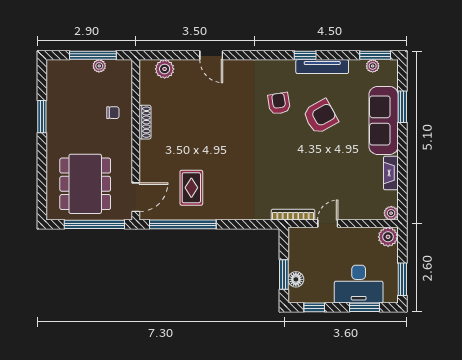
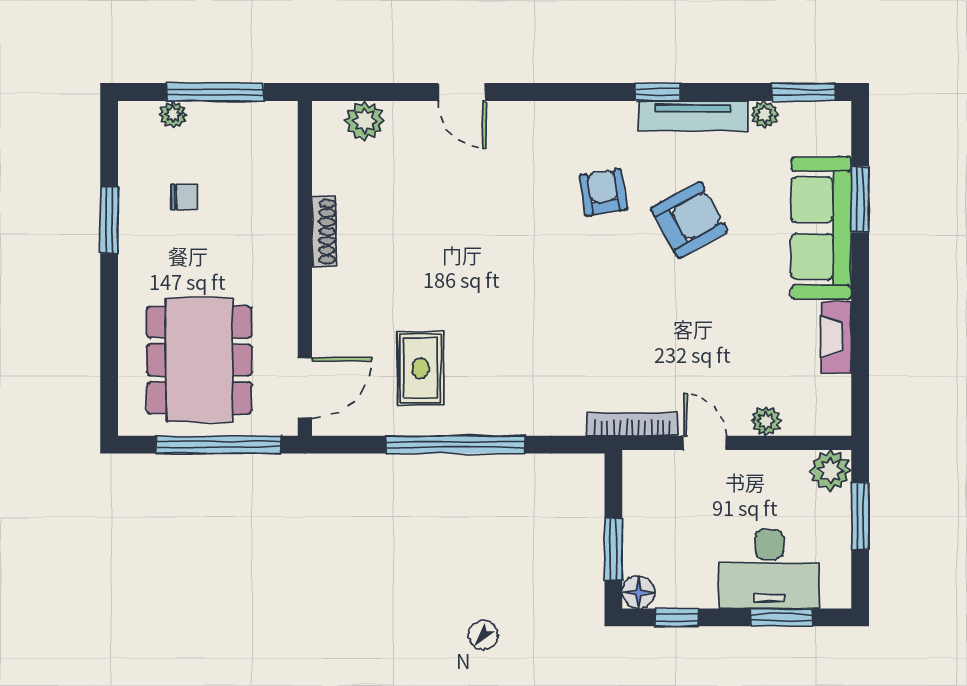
plant: (99, 66) -> (173, 114), moved
plant: (373, 66) -> (764, 114), moved
chair: (113, 113) -> (184, 197), moved
plant: (391, 213) -> (766, 421), moved
window: (183, 224) -> (455, 445), moved
door: (328, 224) -> (705, 443), hinge flipped
floor lamp: (296, 279) -> (638, 592), moved
window: (402, 279) -> (860, 516), moved

